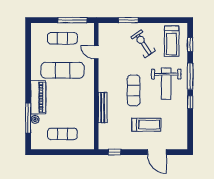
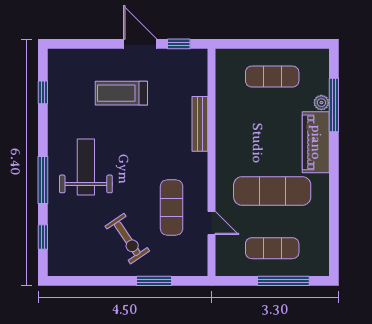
window: (72, 20) -> (283, 281), moved
treadmill: (172, 41) -> (76, 243), removed
exercise mat: (134, 90) -> (172, 208), moved
window: (190, 102) -> (43, 92), moved
door: (157, 152) -> (140, 44), moved

